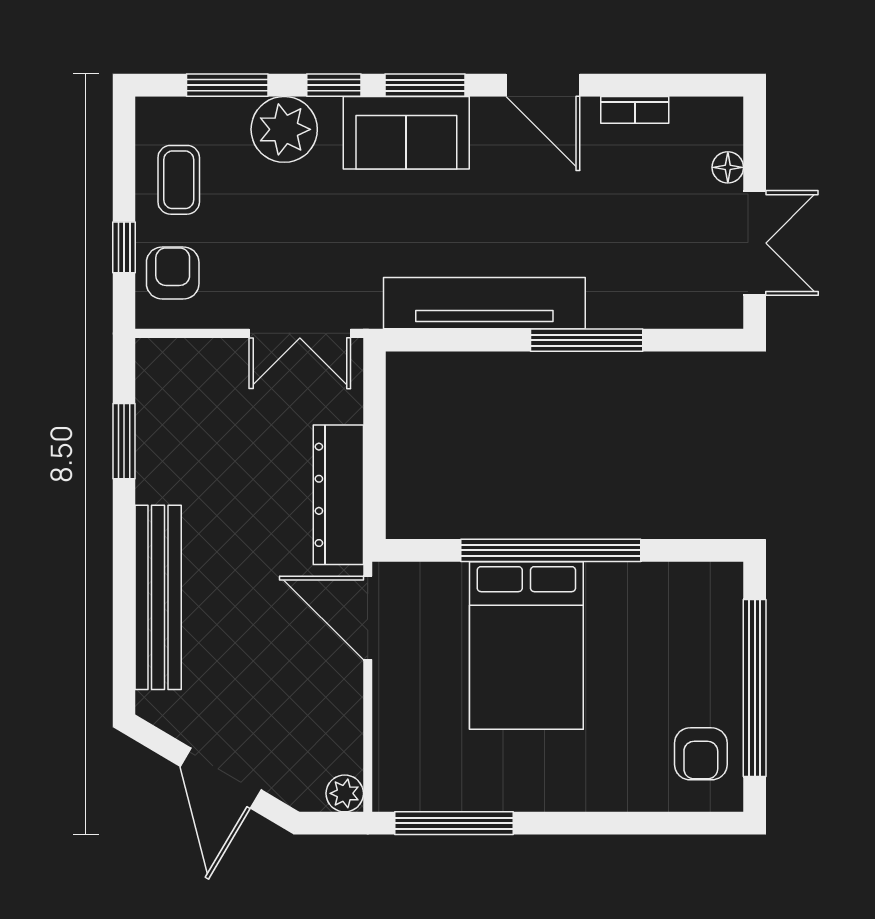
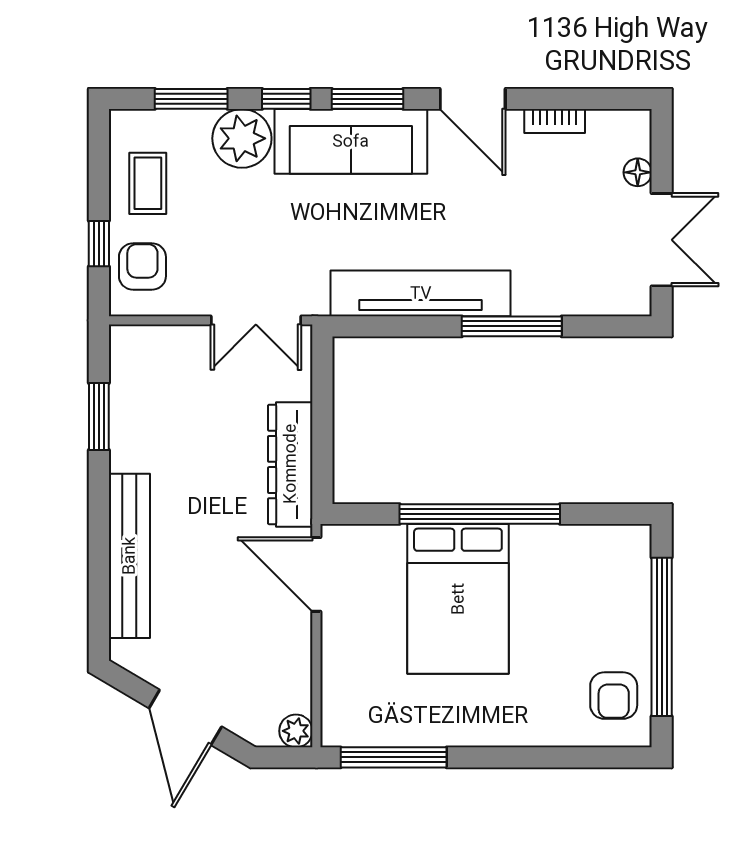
sofa: (406, 133) -> (351, 141), width x1.36

